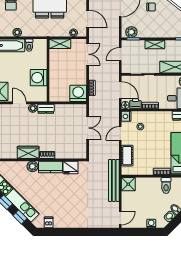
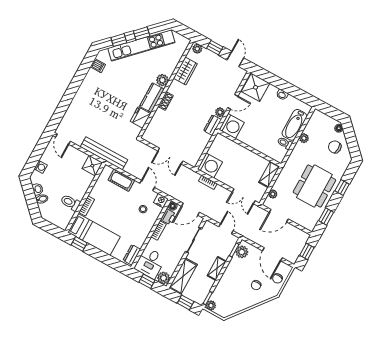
washing machine: (39, 78) -> (232, 126), moved, turned 90
wardrobe: (28, 152) -> (185, 71), moved

